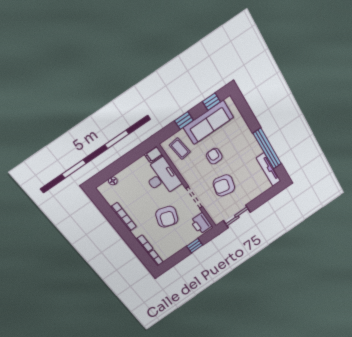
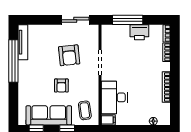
armchair: (224, 185) -> (69, 55), turned 71
armchair: (167, 217) -> (133, 62), removed
printer: (201, 223) -> (139, 32), moved, turned 90
window: (195, 246) -> (128, 20), width x2.17

